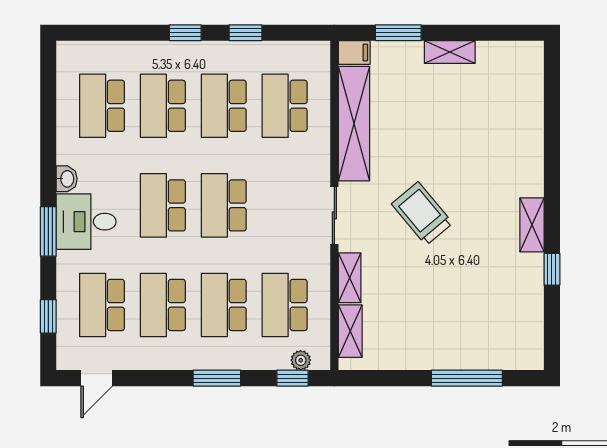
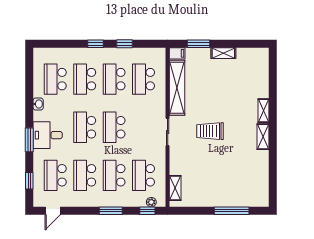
washbasin: (67, 179) -> (38, 104), moved
trolley: (422, 214) -> (210, 131), turned -50
window: (552, 269) -> (273, 158), removed
shelving: (350, 278) -> (264, 111), moved

